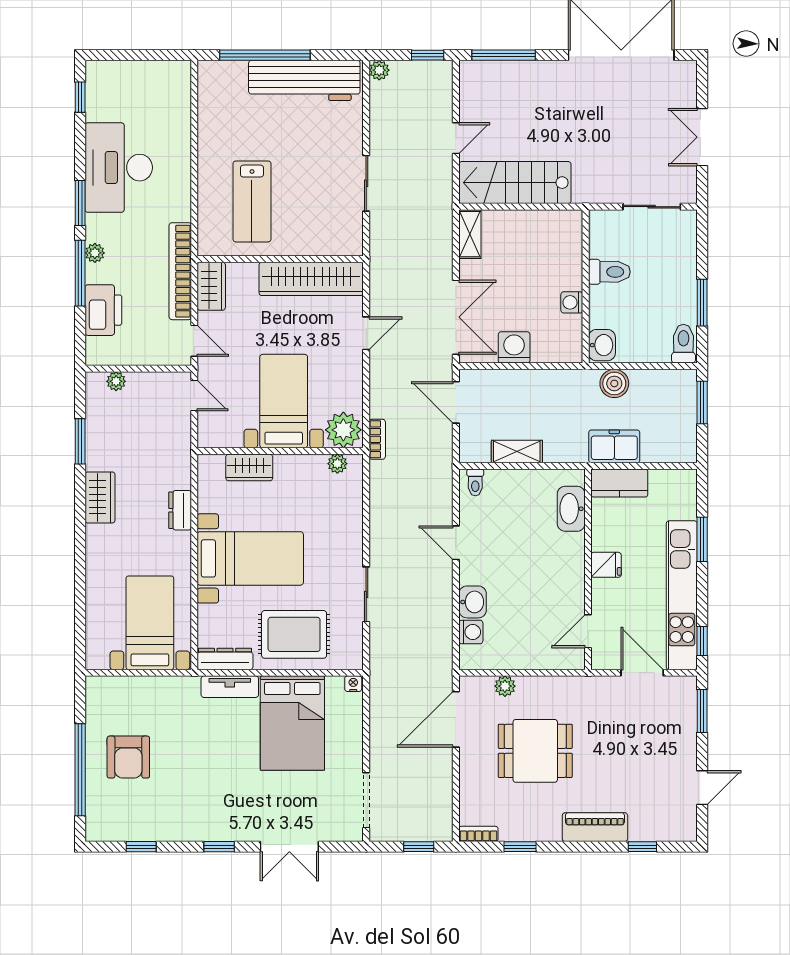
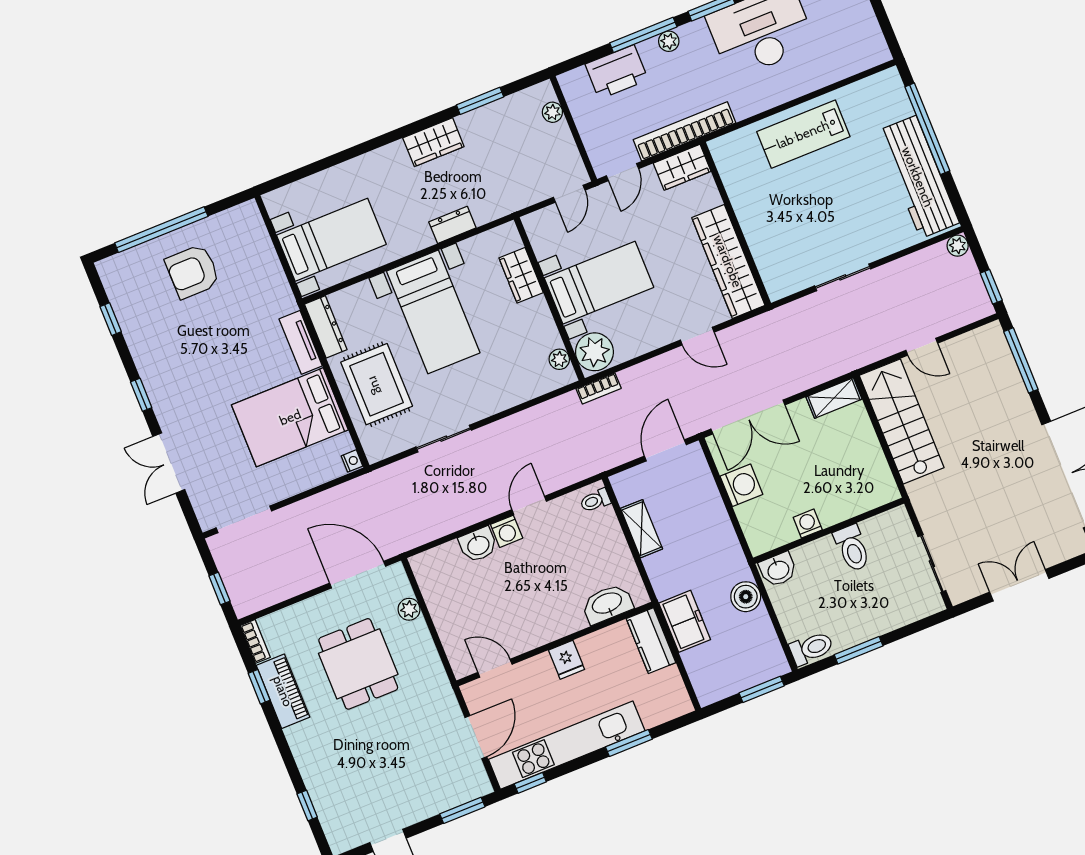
lab bench: (252, 201) -> (803, 134), moved
washing machine: (471, 632) -> (507, 531), moved
piano: (595, 827) -> (283, 691), moved

